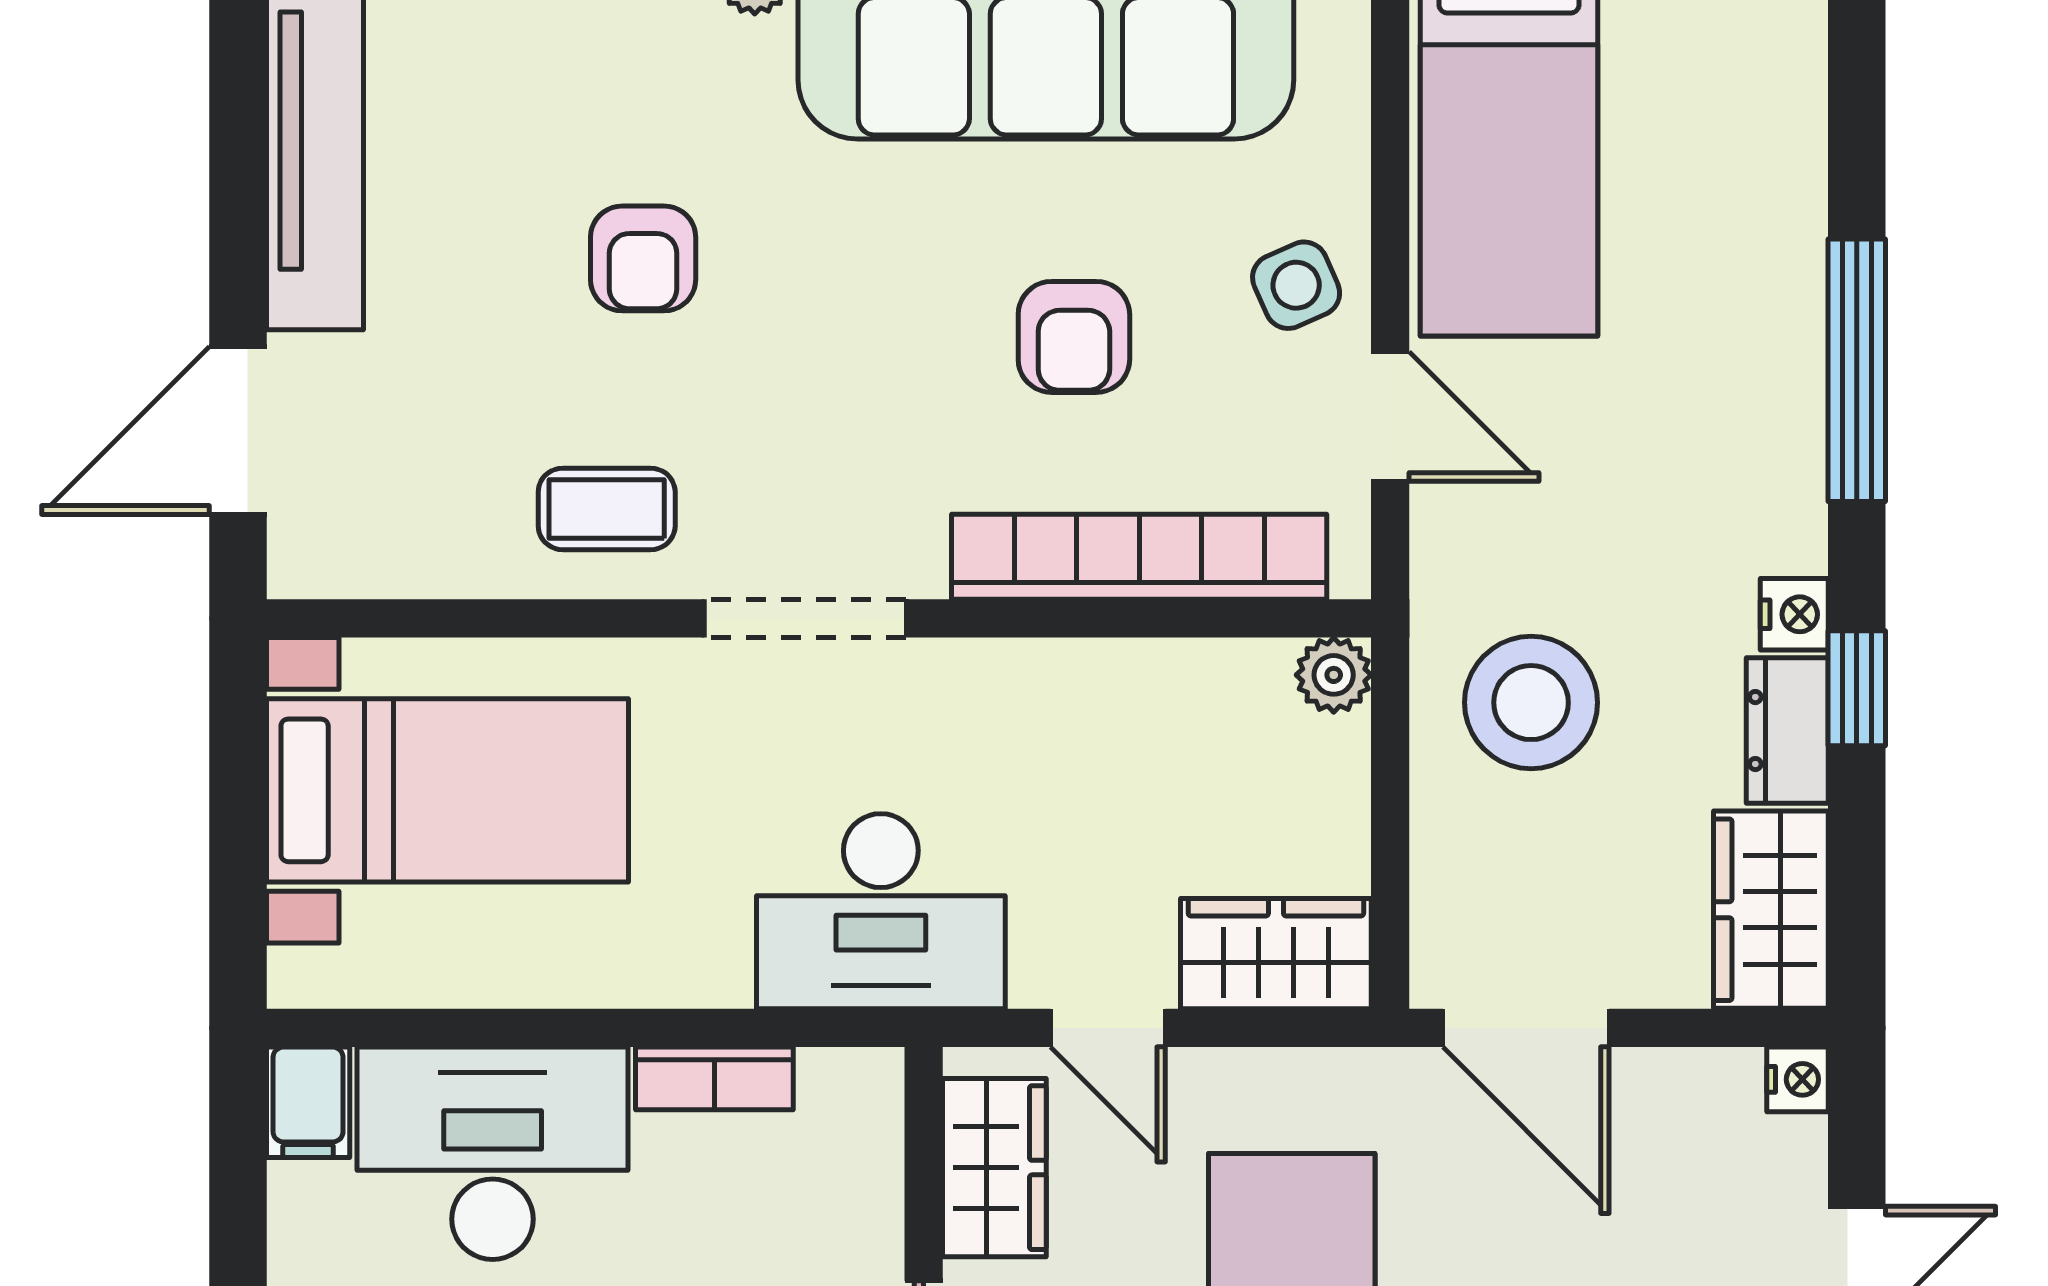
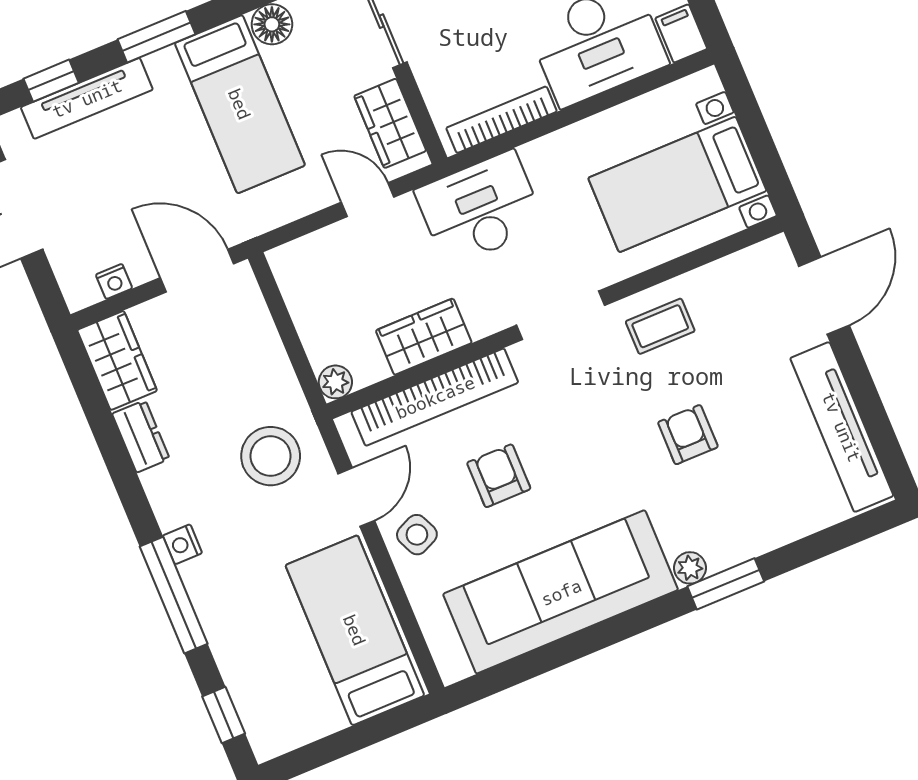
door: (1390, 416) -> (356, 497), swing flipped
nightstand: (1794, 614) -> (182, 544), moved
window: (1857, 688) -> (224, 715), moved
stool: (1531, 703) -> (271, 456), moved
wardrobe: (1276, 954) -> (424, 337), moved, turned 180
bookcase: (714, 1078) -> (502, 120), width x1.56
nightstand: (1798, 1079) -> (114, 281), moved, turned -90

